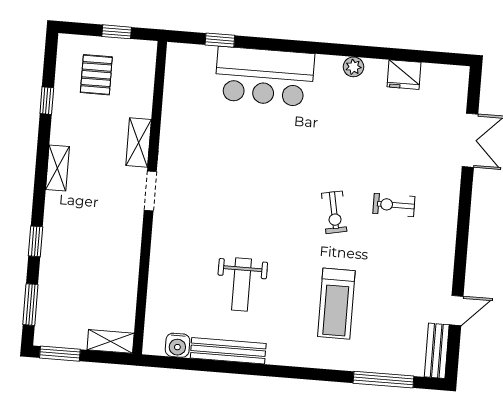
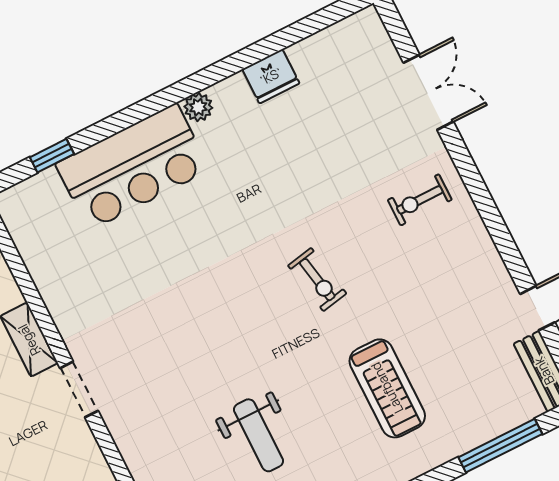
plant: (353, 67) -> (198, 107), moved
fridge: (404, 75) -> (271, 76), moved
exercise bike: (394, 205) -> (420, 200), moved

